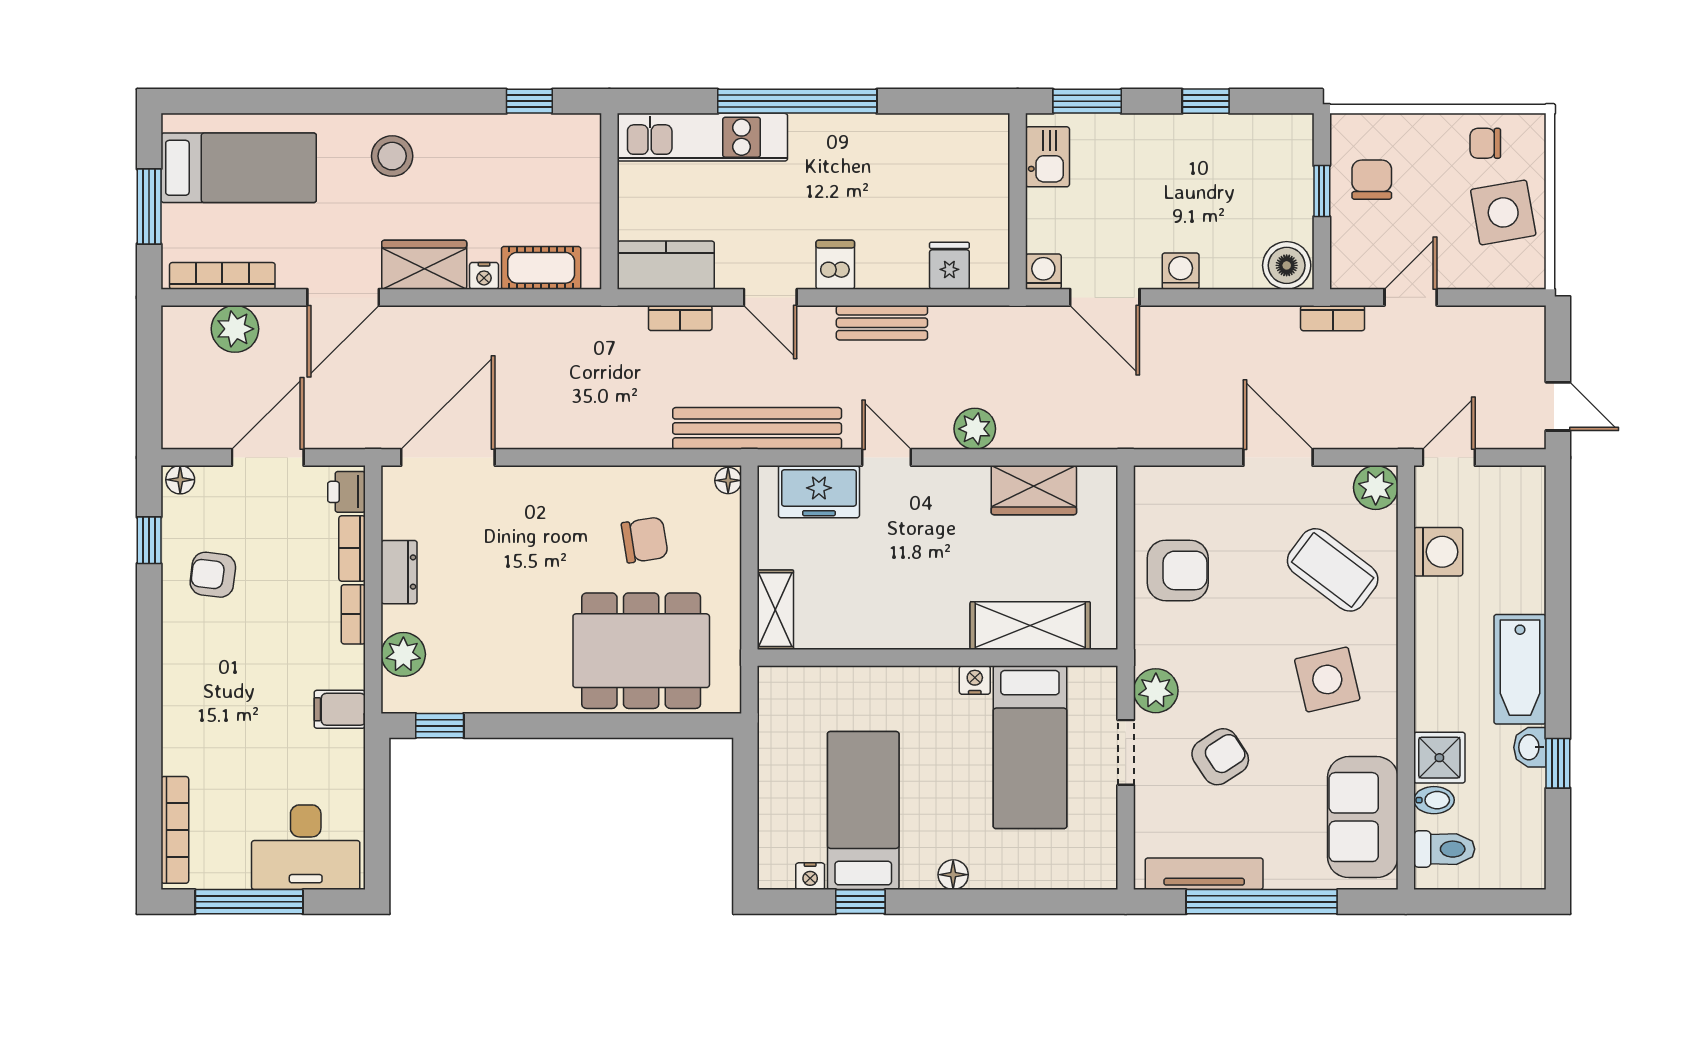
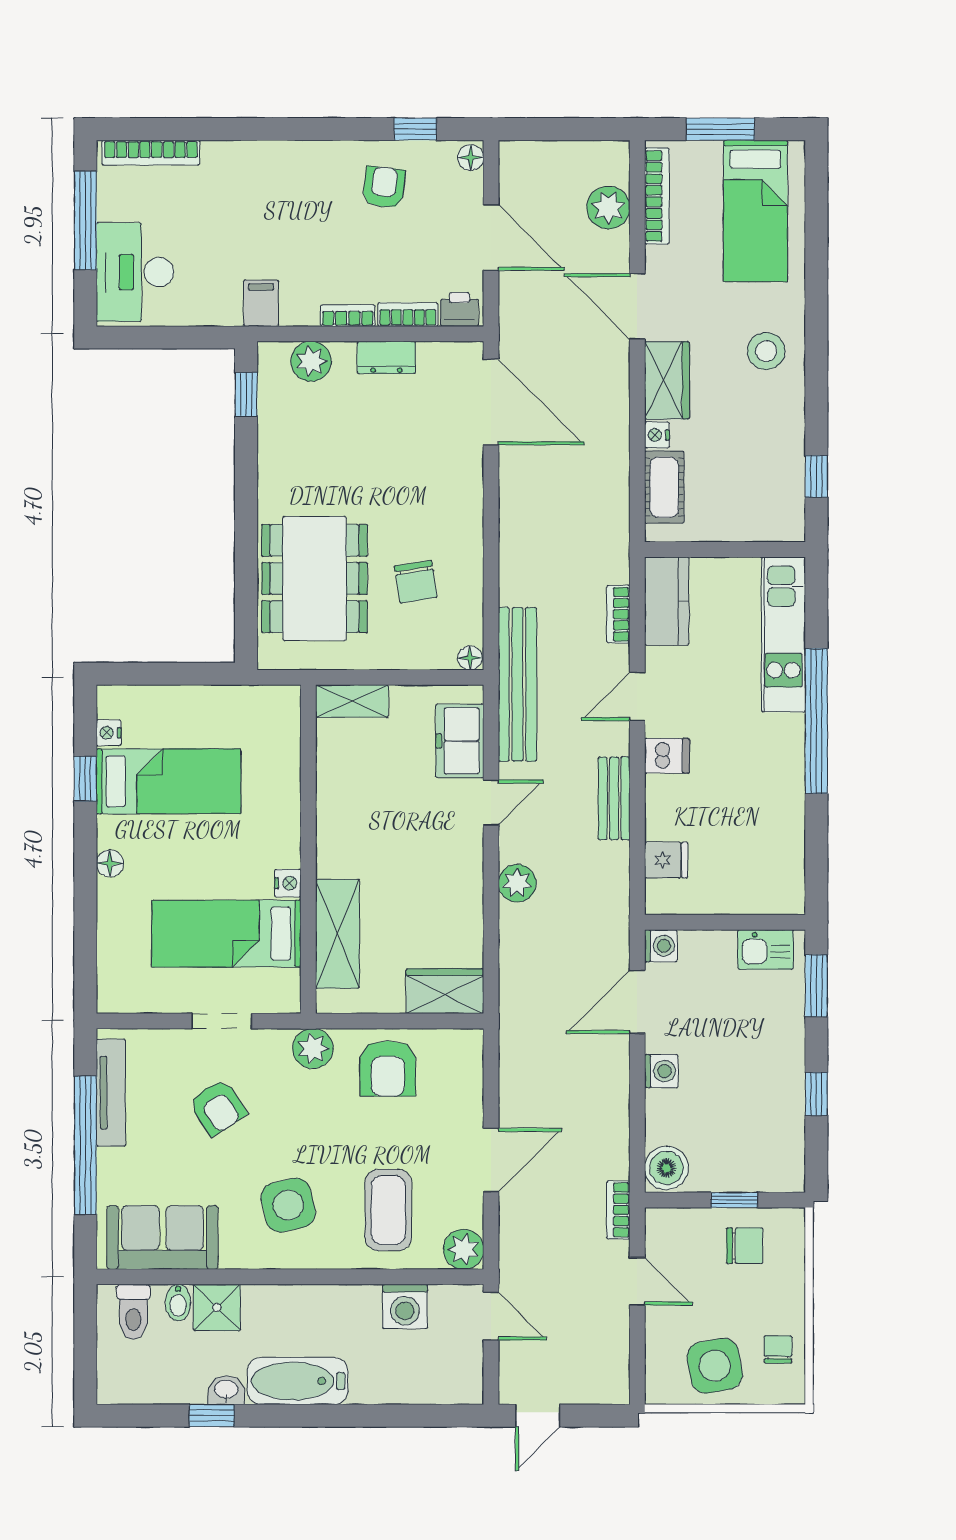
wardrobe: (1034, 490) -> (445, 991), moved, turned 90
coffee table: (1333, 570) -> (388, 1210), turned -37
plant: (1156, 691) -> (313, 1048), moved

